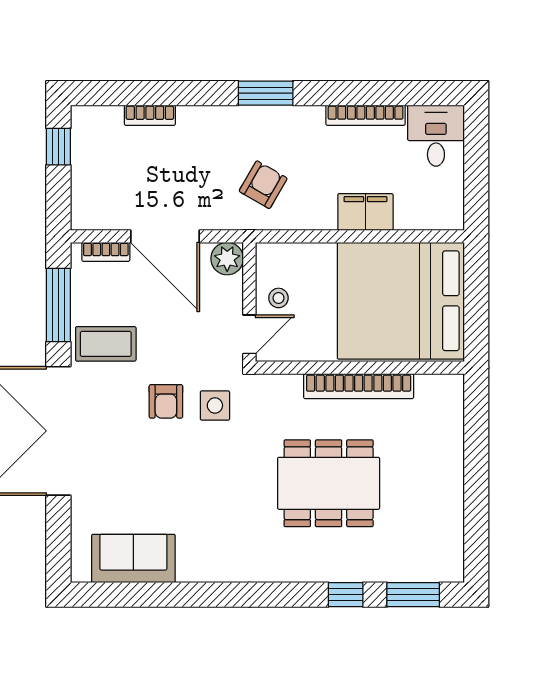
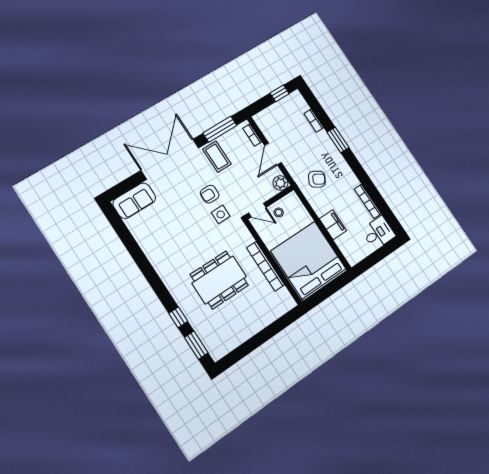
window: (266, 93) -> (338, 140), moved
door: (165, 236) -> (273, 154), width x0.73
dining table: (329, 483) -> (219, 280), turned 90
sofa: (133, 558) -> (134, 201), moved, turned 90

